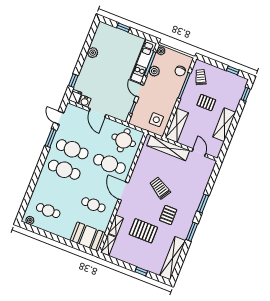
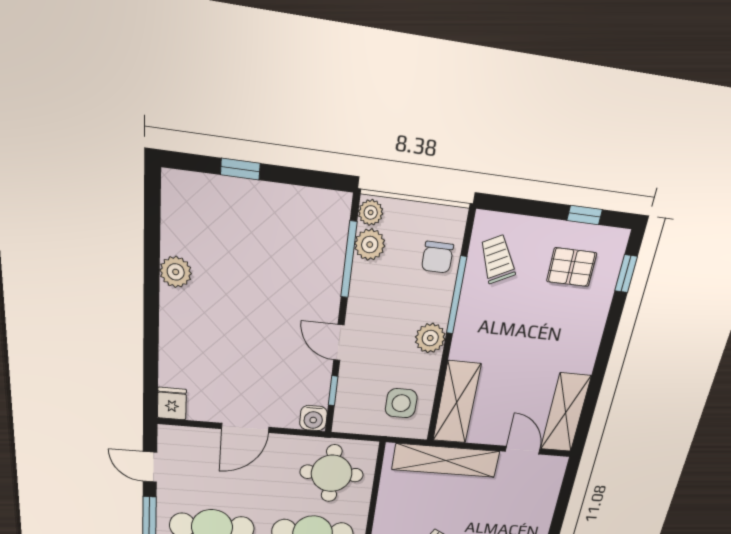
kitchen unit: (143, 61) -> (328, 257), removed
plant: (154, 71) -> (370, 245), moved
window: (73, 81) -> (151, 365), removed
plant: (172, 98) -> (430, 338), added
water cooler: (85, 101) -> (313, 418), moved
pallet: (206, 103) -> (572, 267), moved
door: (98, 113) -> (245, 428), hinge flipped
shelving: (224, 125) -> (566, 413), moved

